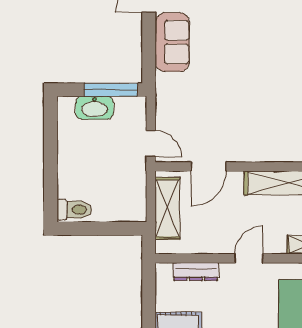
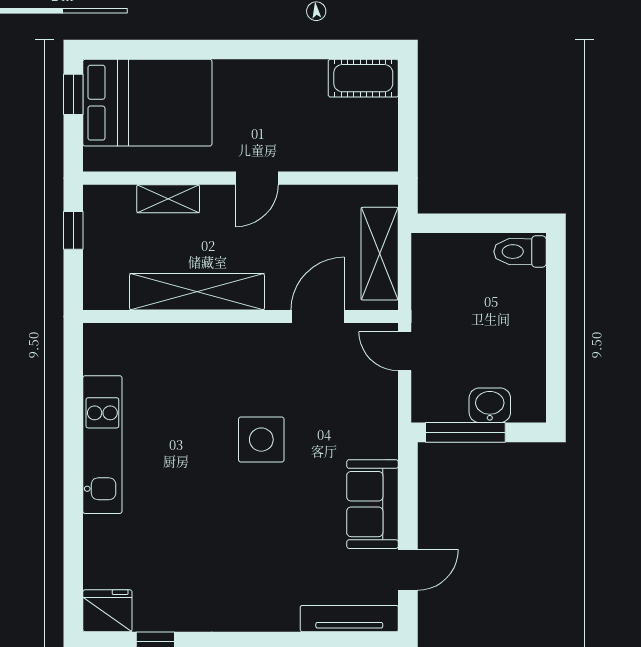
side table: (246, 85) -> (261, 440), added
washbasin: (94, 108) -> (490, 405), width x0.72
dresser: (196, 272) -> (337, 158), removed

